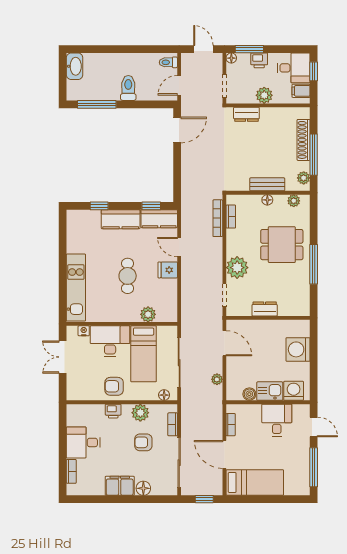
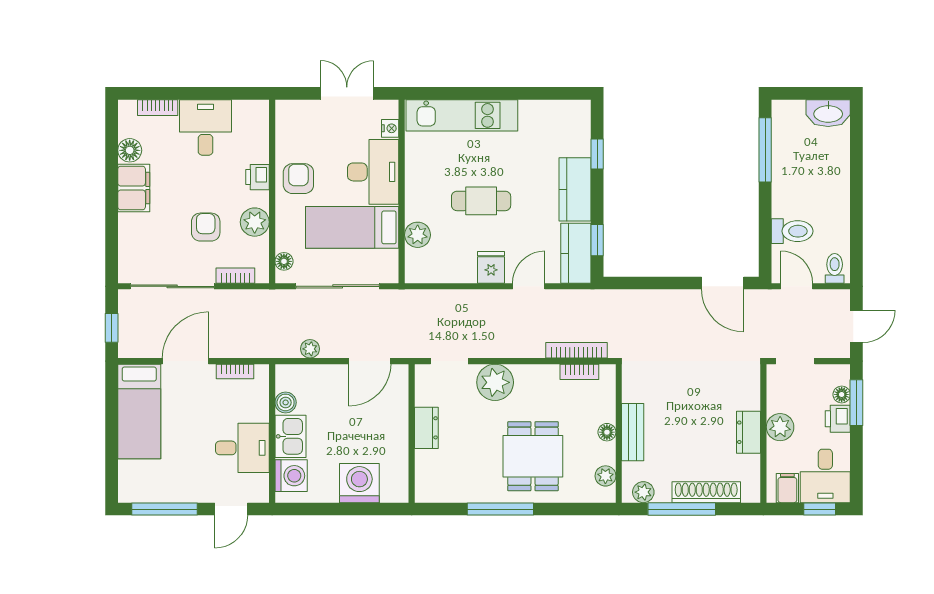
floor lamp: (231, 58) -> (842, 394), moved
toilet: (128, 88) -> (792, 231), moved
dresser: (246, 114) -> (749, 432), moved
floor lamp: (143, 488) -> (130, 150), moved

